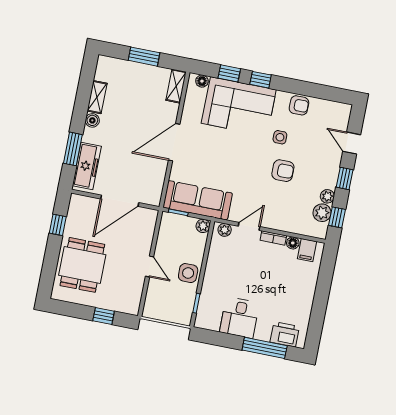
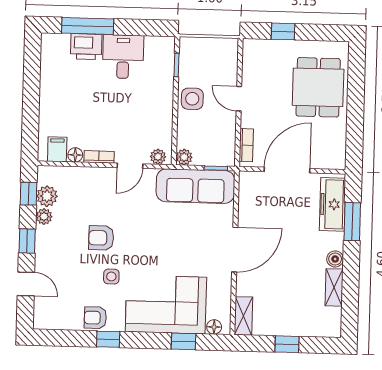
window: (144, 57) -> (287, 344), width x0.67
window: (261, 80) -> (108, 339), moved
window: (58, 225) -> (355, 129), removed
bookcase: (150, 227) -> (246, 145), added
printer: (285, 334) -> (86, 47), moved

